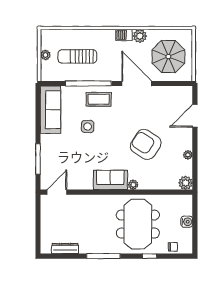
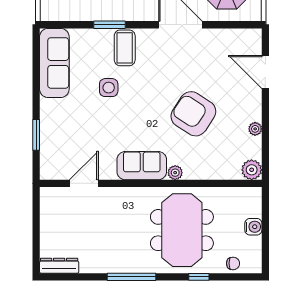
window: (88, 83) -> (109, 25), width x0.47
coffee table: (99, 99) -> (125, 48), turned 90
door: (195, 116) -> (265, 72), hinge flipped
window: (38, 159) -> (36, 135), width x0.69
door: (57, 192) -> (84, 183), moved
dresser: (65, 248) -> (59, 266), moved

